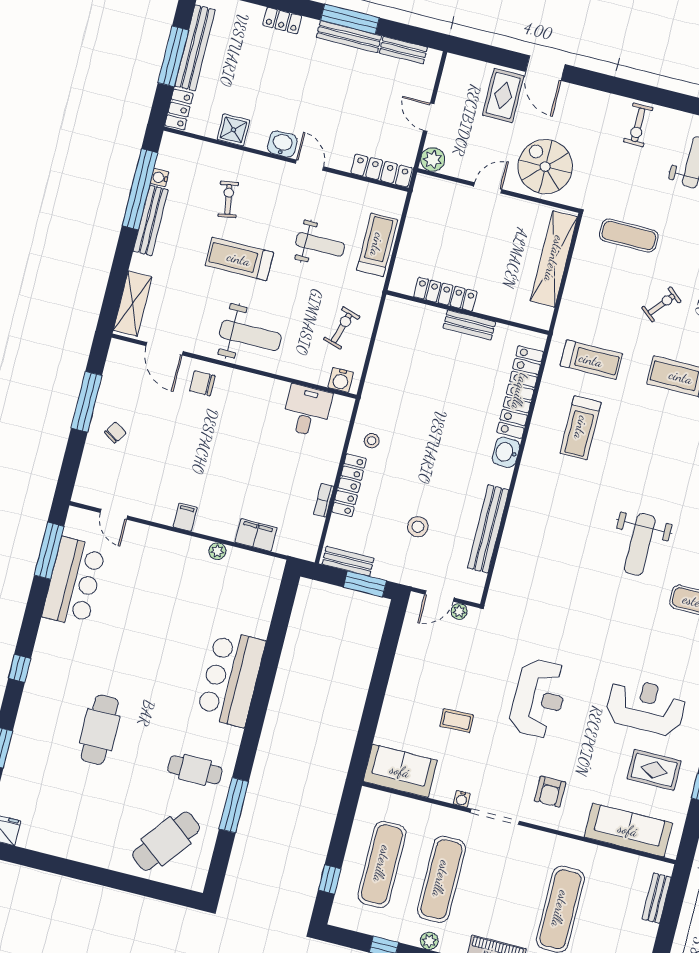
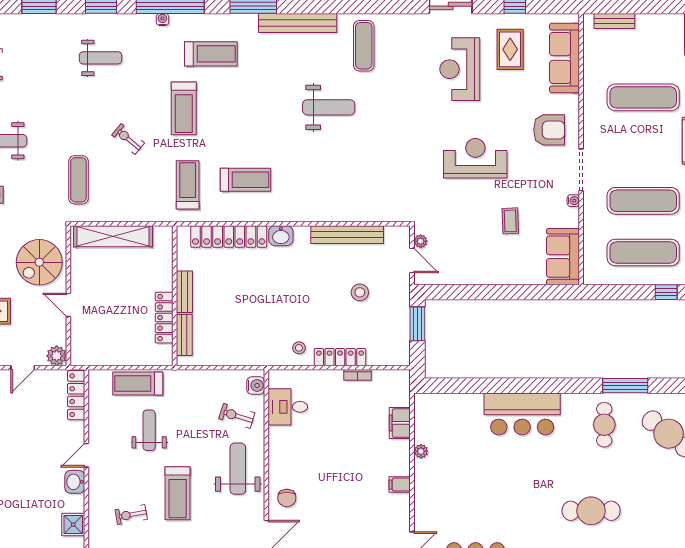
exercise bike: (342, 328) -> (237, 416), moved
bench: (348, 561) -> (184, 335), moved
armchair: (550, 792) -> (549, 130), width x1.38, depth x1.38

